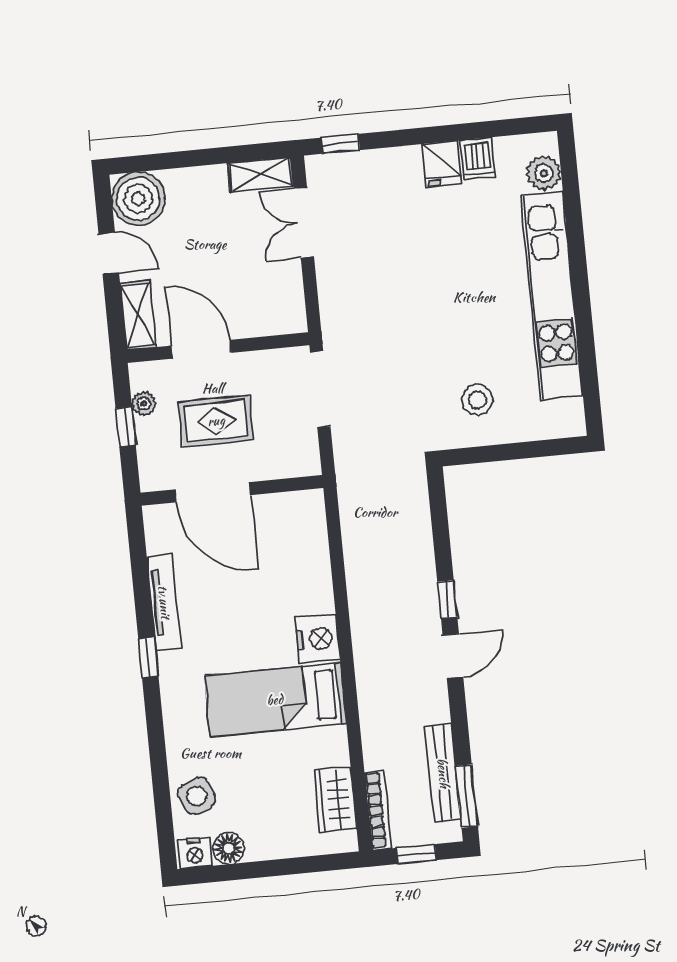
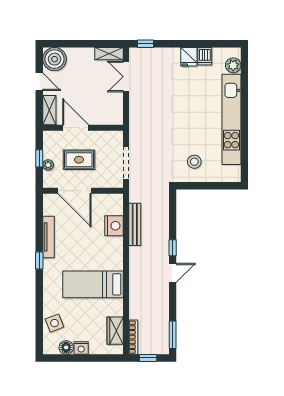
doorway: (320, 389) -> (126, 163), moved
plant: (144, 403) -> (48, 165), moved
nightstand: (317, 639) -> (114, 226), moved
bench: (443, 773) -> (135, 224), moved
nightstand: (195, 853) -> (81, 348), moved

